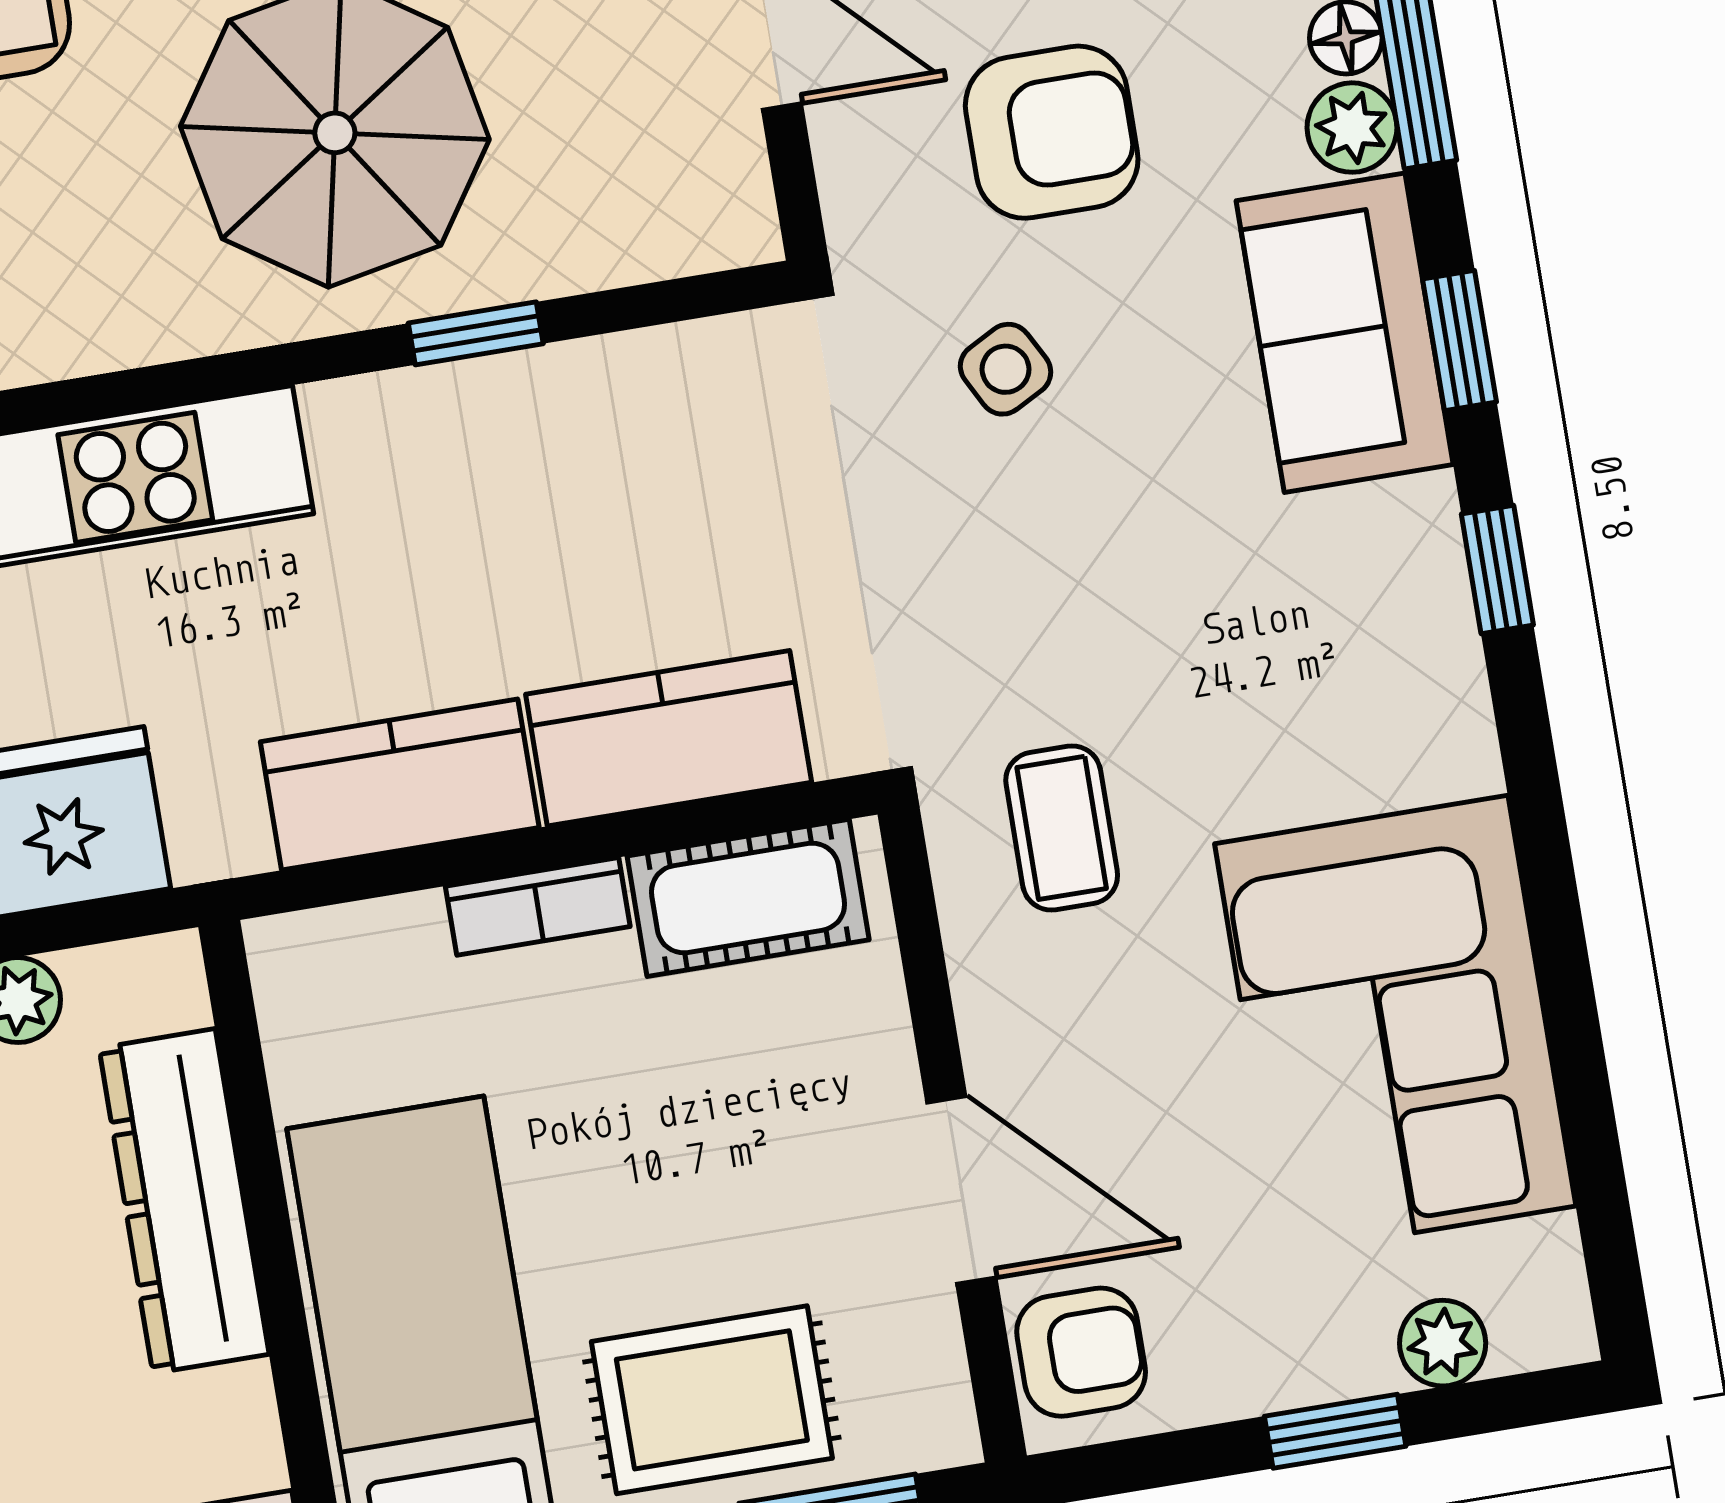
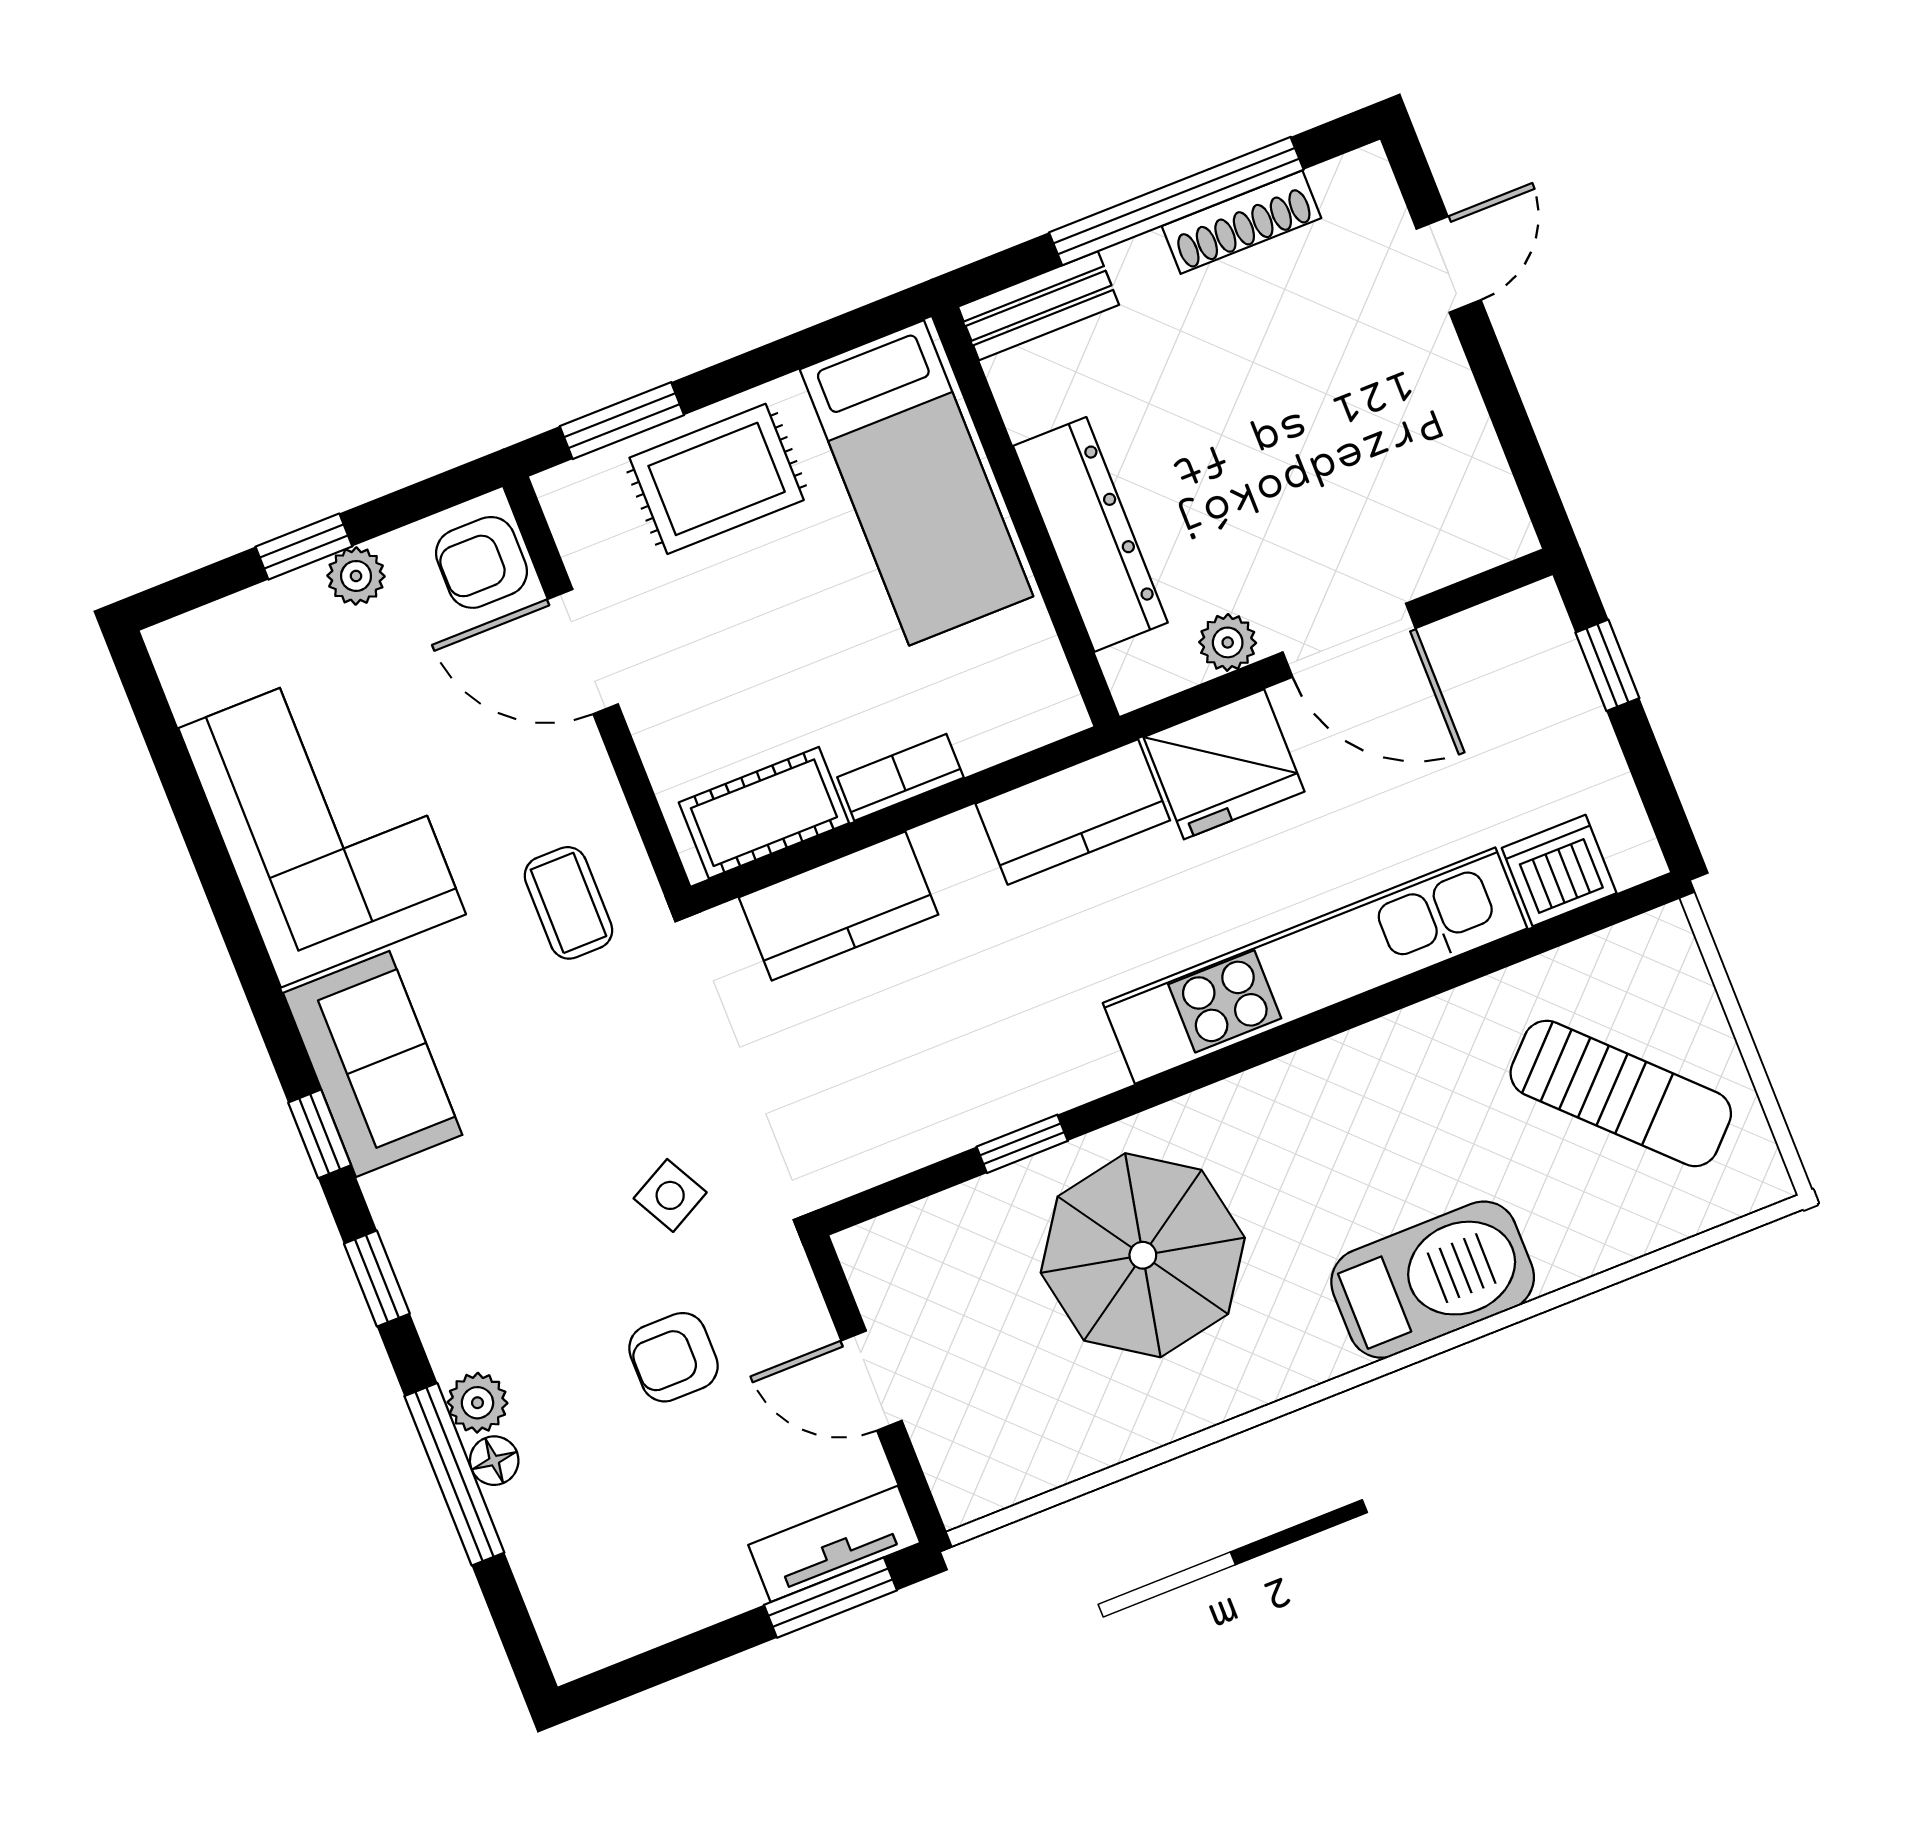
armchair: (1052, 132) -> (673, 1357), width x0.72, depth x0.72
sofa: (1345, 333) -> (373, 1064), moved
kitchen counter: (400, 785) -> (1073, 812), moved
plant: (1443, 1343) -> (356, 576), moved

